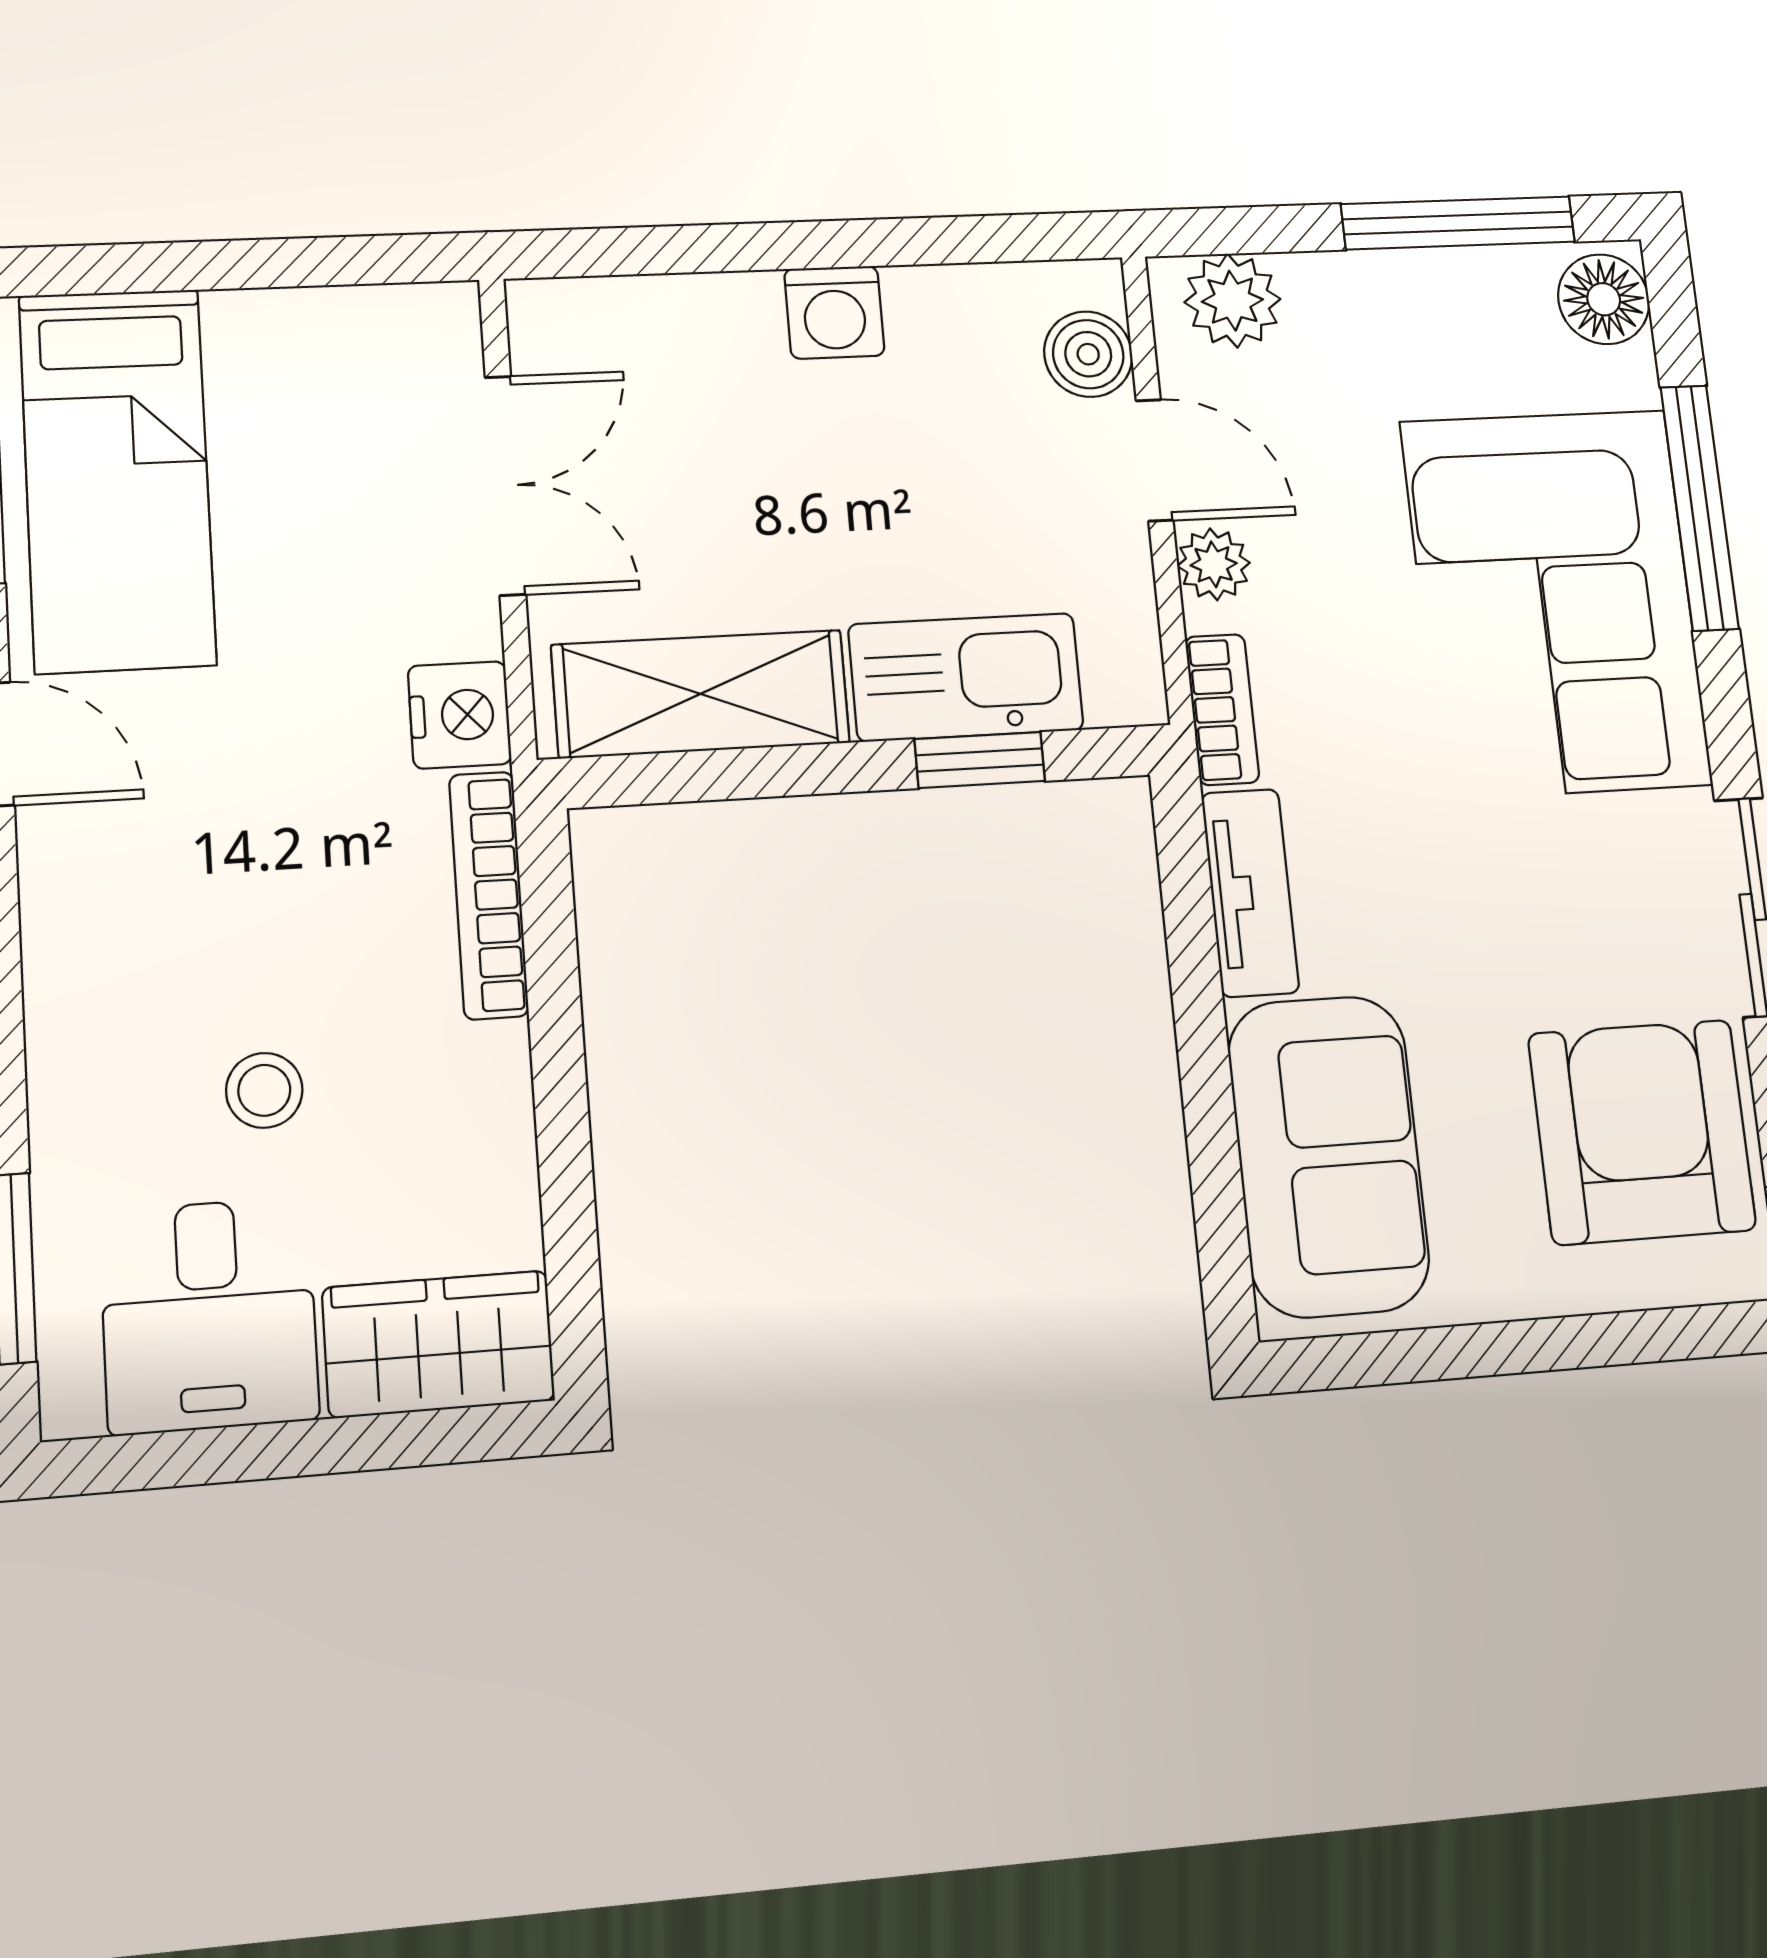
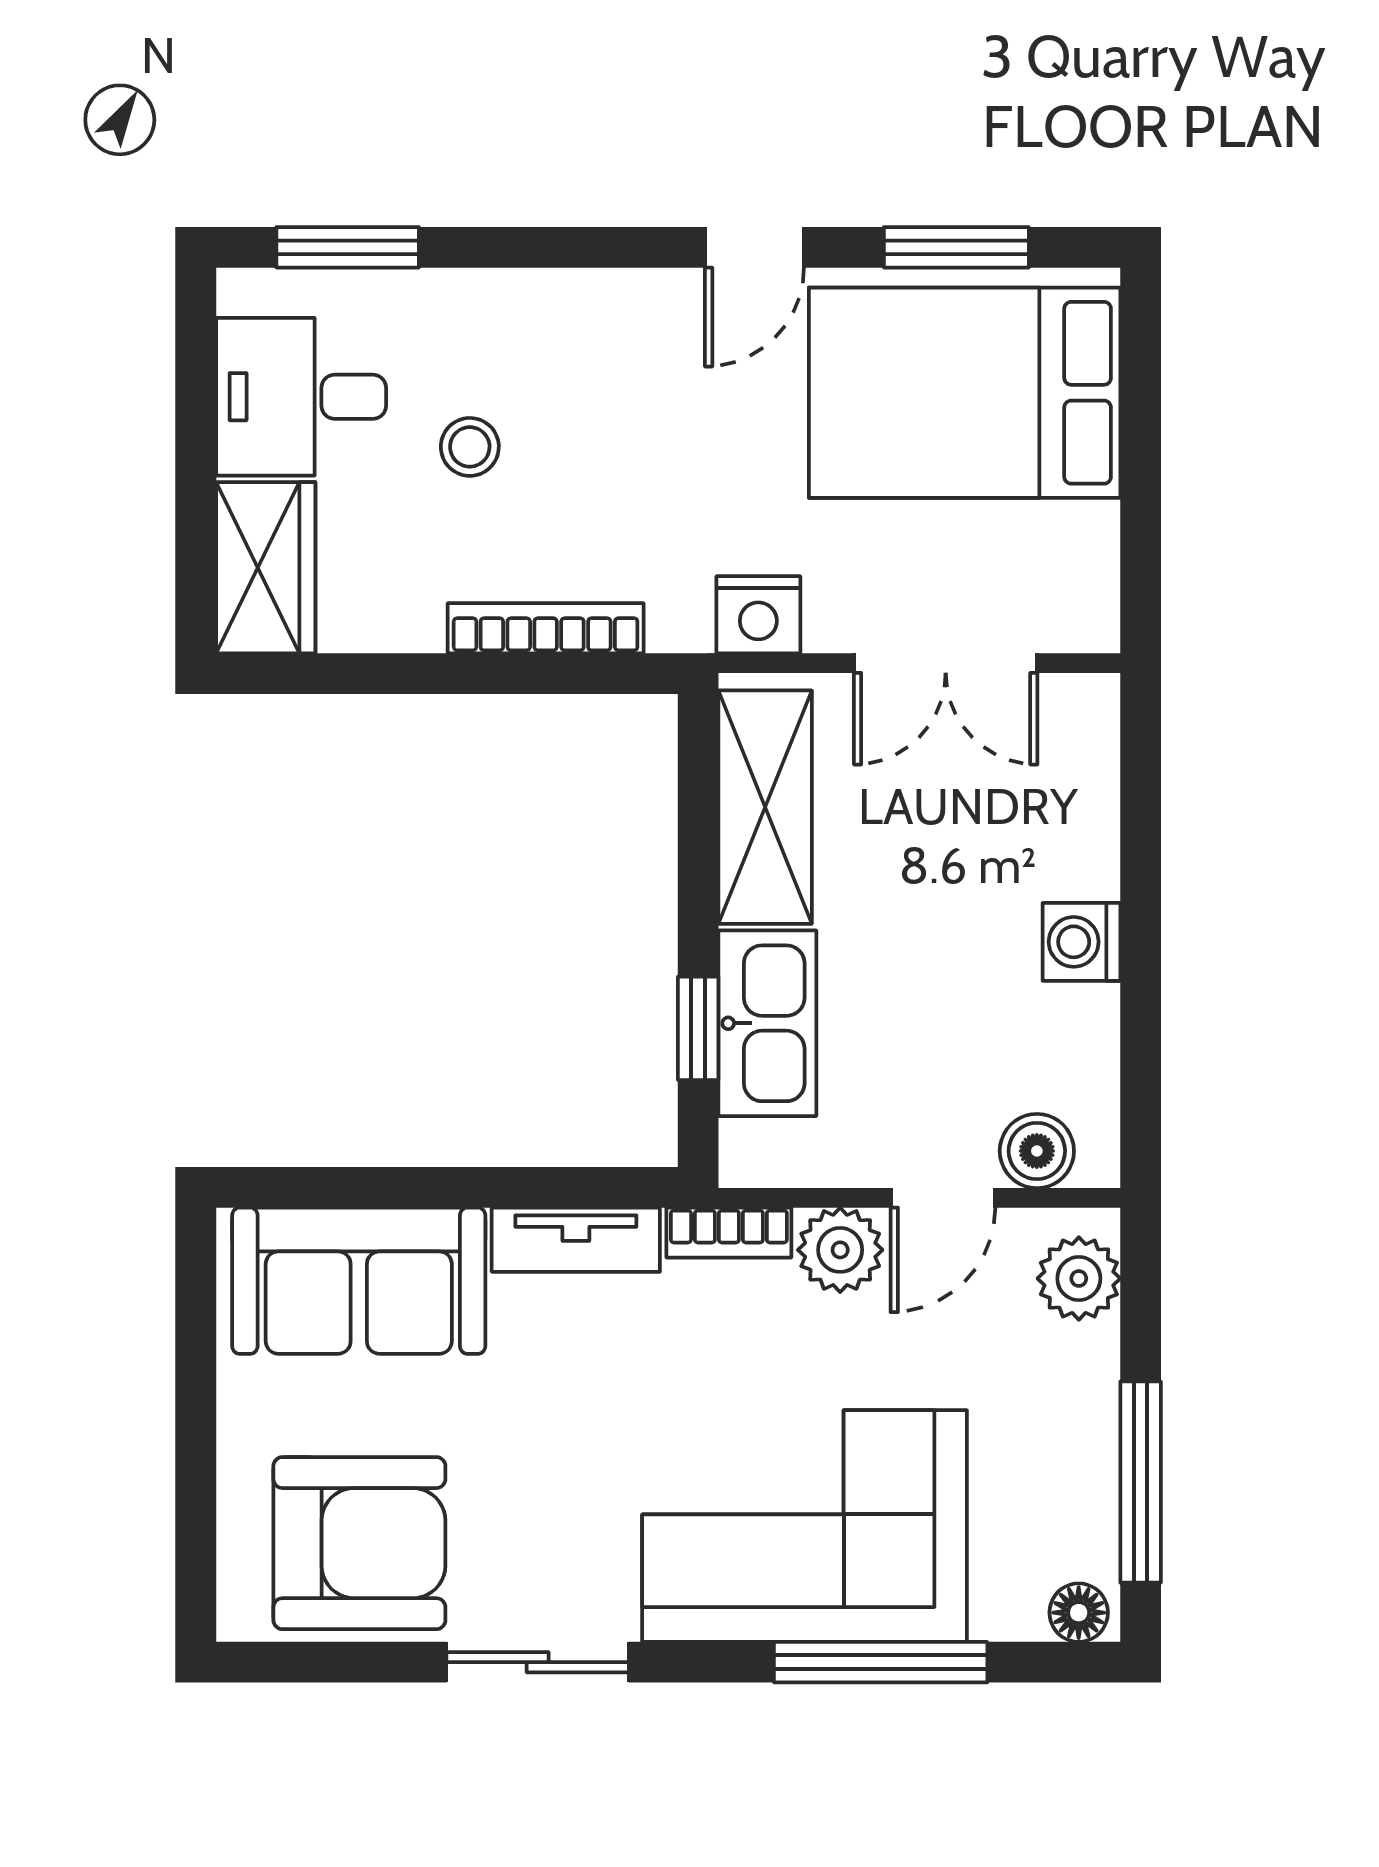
floor lamp: (1604, 299) -> (1079, 1613), width x0.73, depth x0.73
bed: (117, 479) -> (965, 393), width x1.50
plant: (1214, 564) -> (840, 1250), width x1.38, depth x1.38
bookcase: (489, 895) -> (546, 628), moved

